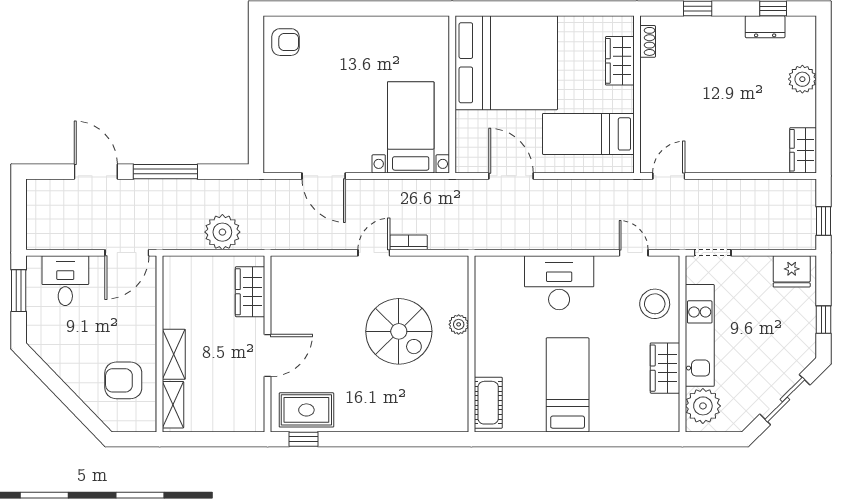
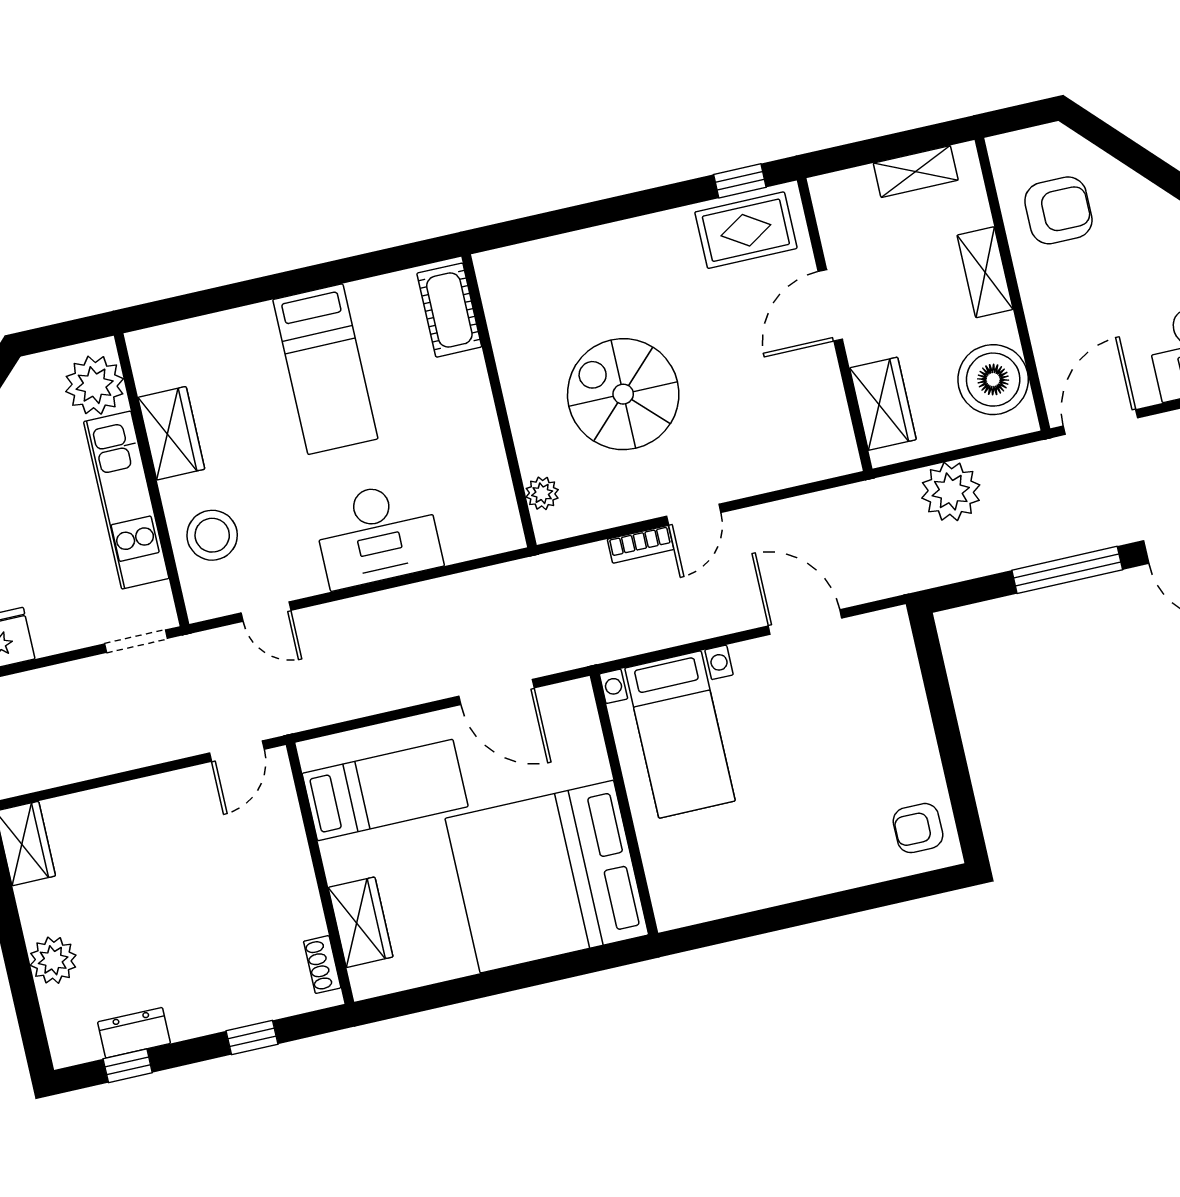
boiler: (183, 291) -> (993, 380), added
plant: (459, 324) -> (542, 493), moved
shelving: (173, 405) -> (916, 172), moved, turned 90

